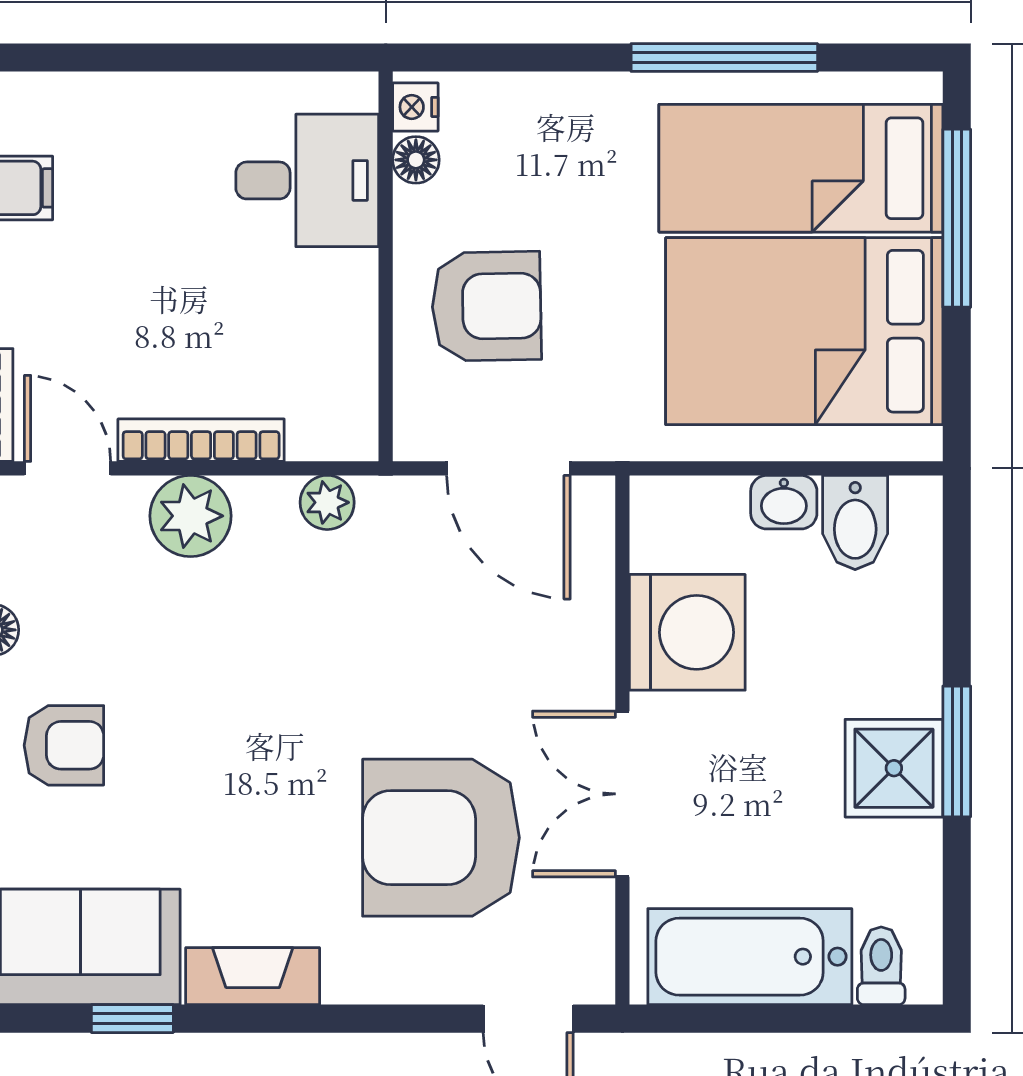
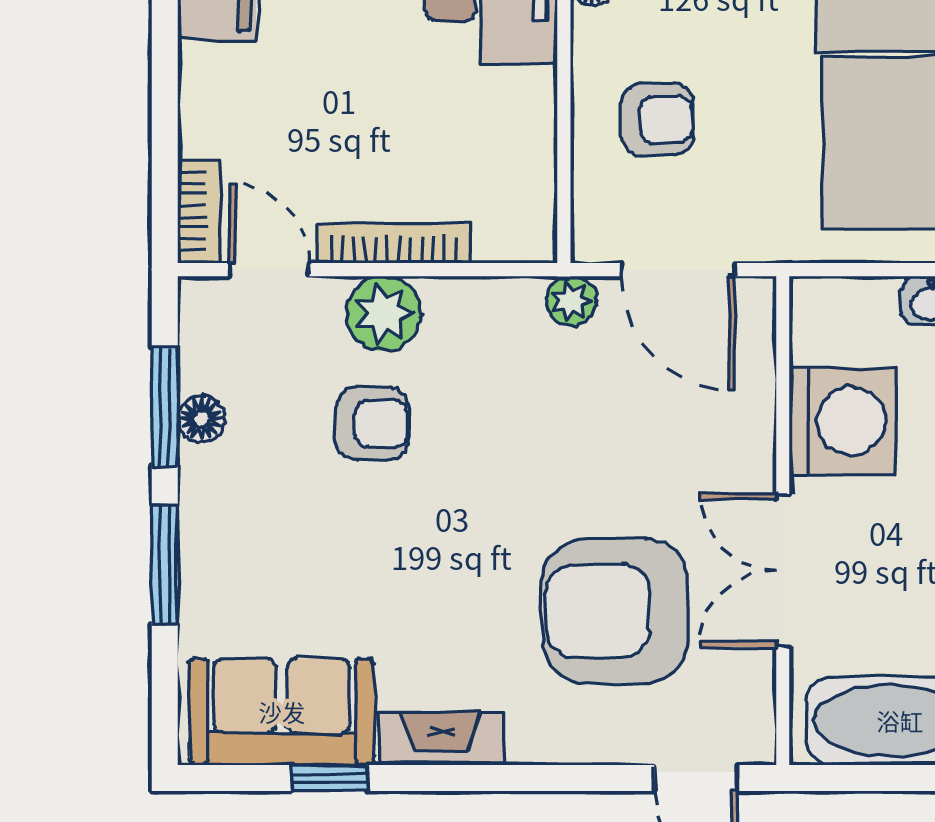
armchair: (487, 306) -> (657, 120), width x0.72, depth x0.72
plant: (327, 502) -> (571, 301), moved
armchair: (64, 745) -> (372, 424), moved

